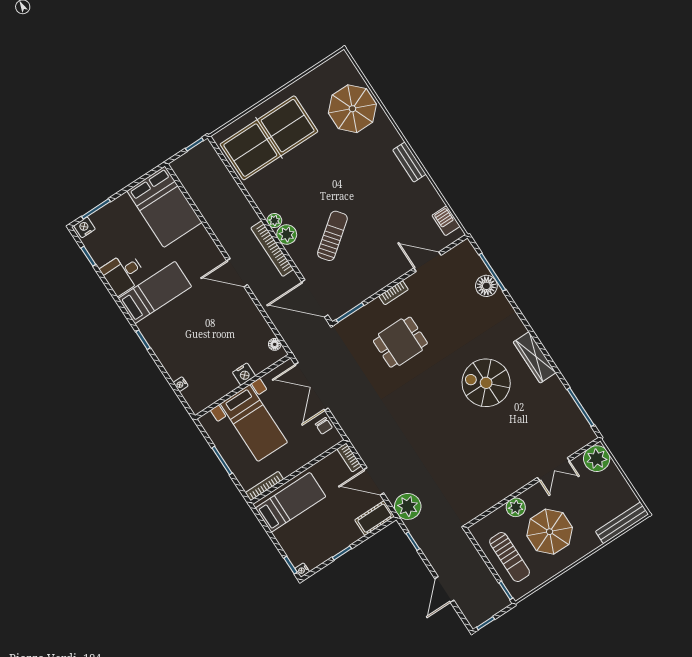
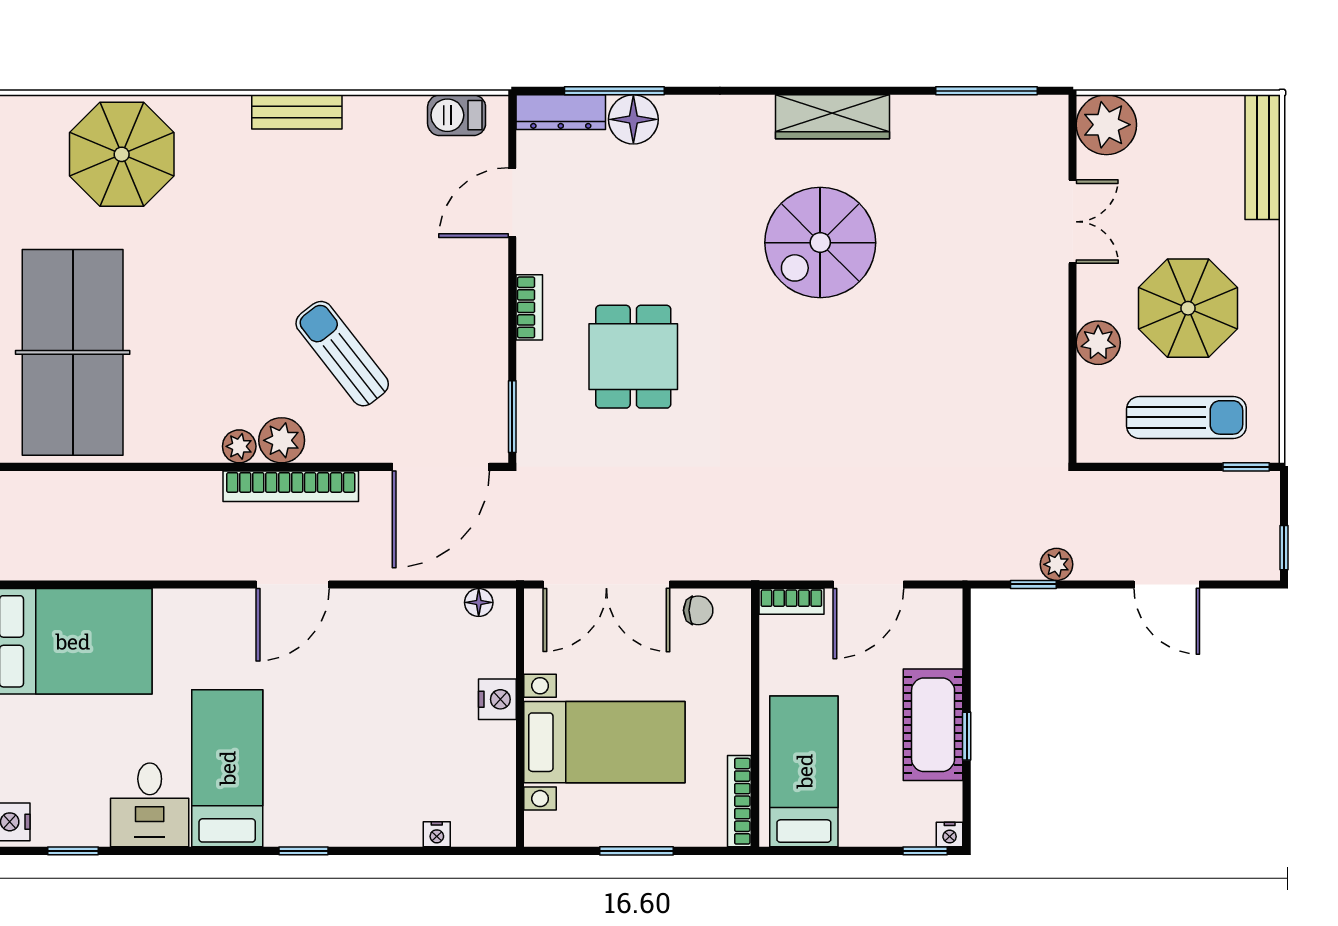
dresser: (472, 258) -> (561, 112), added
plant: (408, 506) -> (1057, 564), moved, width x0.53, depth x0.53
cot: (374, 518) -> (933, 725), moved, width x1.37, depth x1.34

